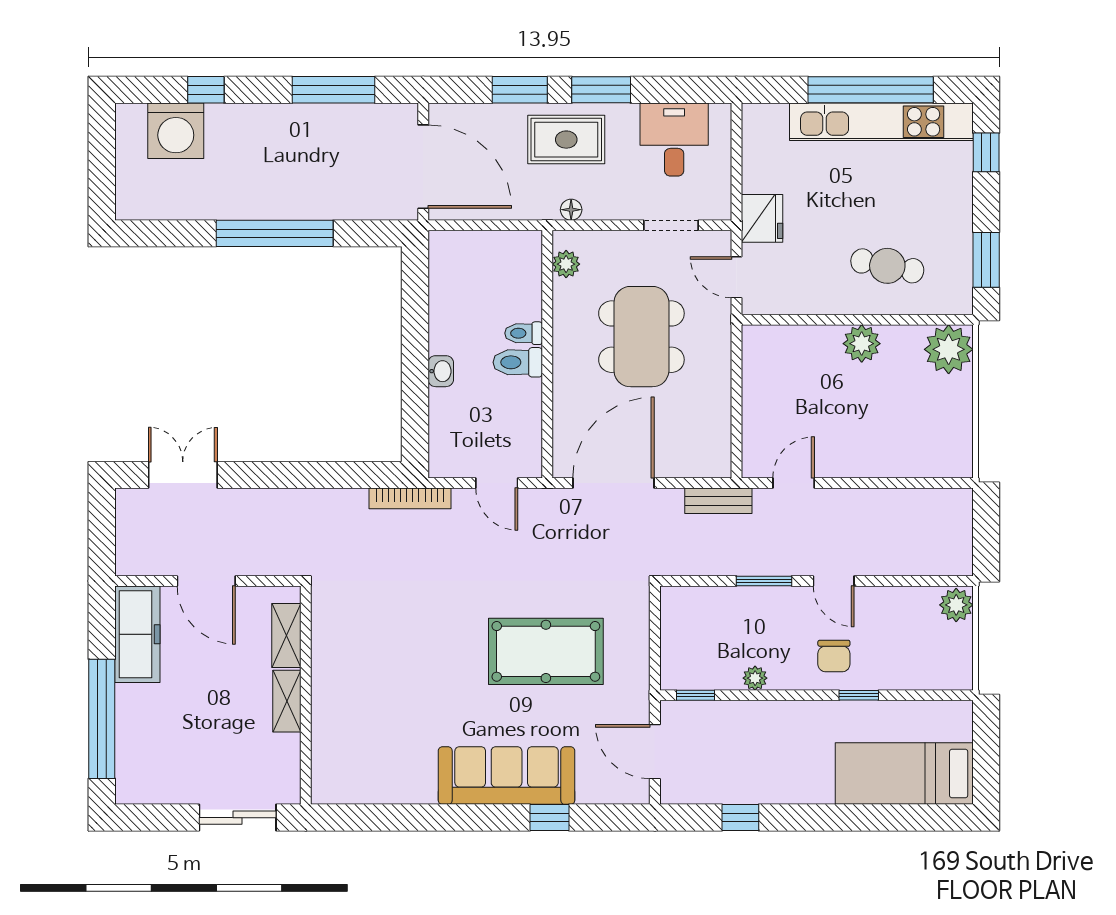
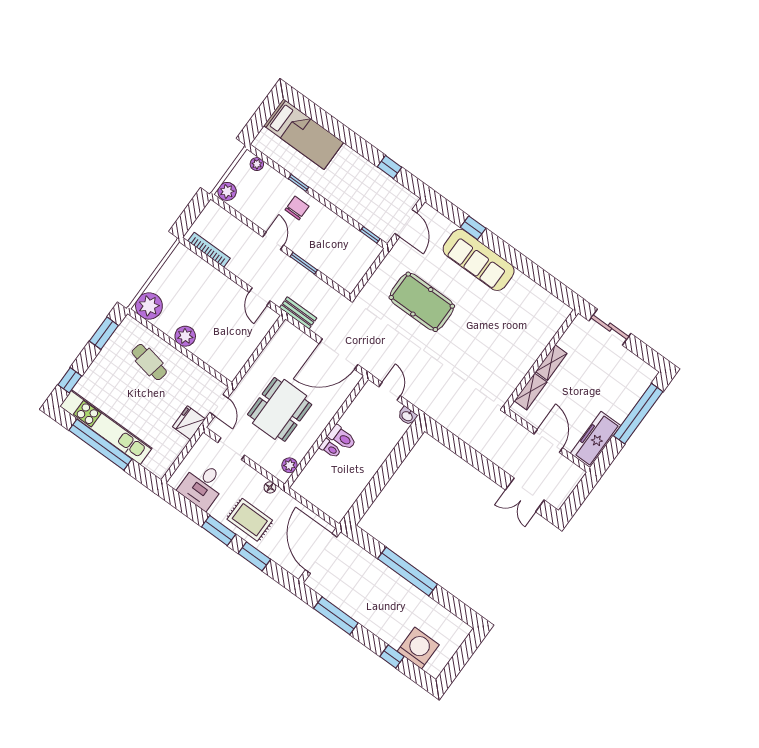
washbasin: (441, 371) -> (407, 416), moved, turned -90
door: (794, 483) -> (260, 297), hinge flipped
bookcase: (410, 498) -> (209, 250), moved
plant: (755, 678) -> (257, 164), moved

